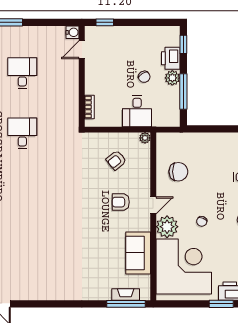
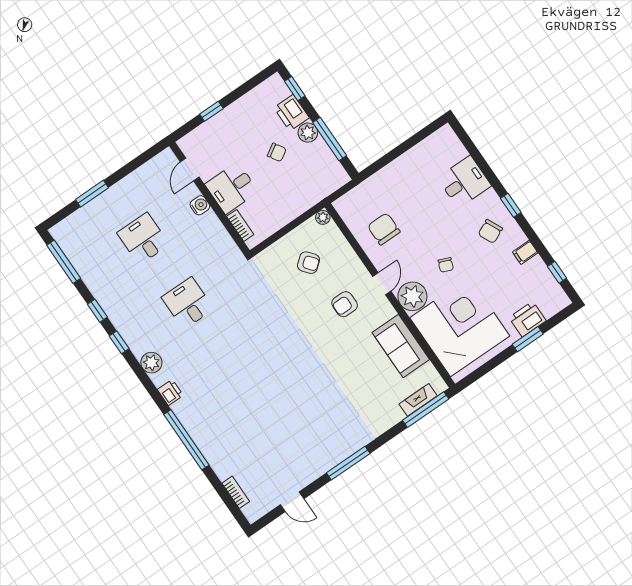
window: (105, 22) -> (211, 111), moved
water cooler: (73, 32) -> (200, 205), moved
desk: (137, 111) -> (232, 188), moved, turned 90
armchair: (116, 160) -> (309, 263), turned -90
chair: (178, 172) -> (384, 229), turned -90
window: (54, 304) -> (348, 463), added

